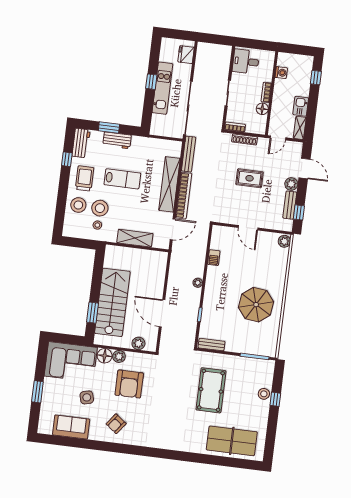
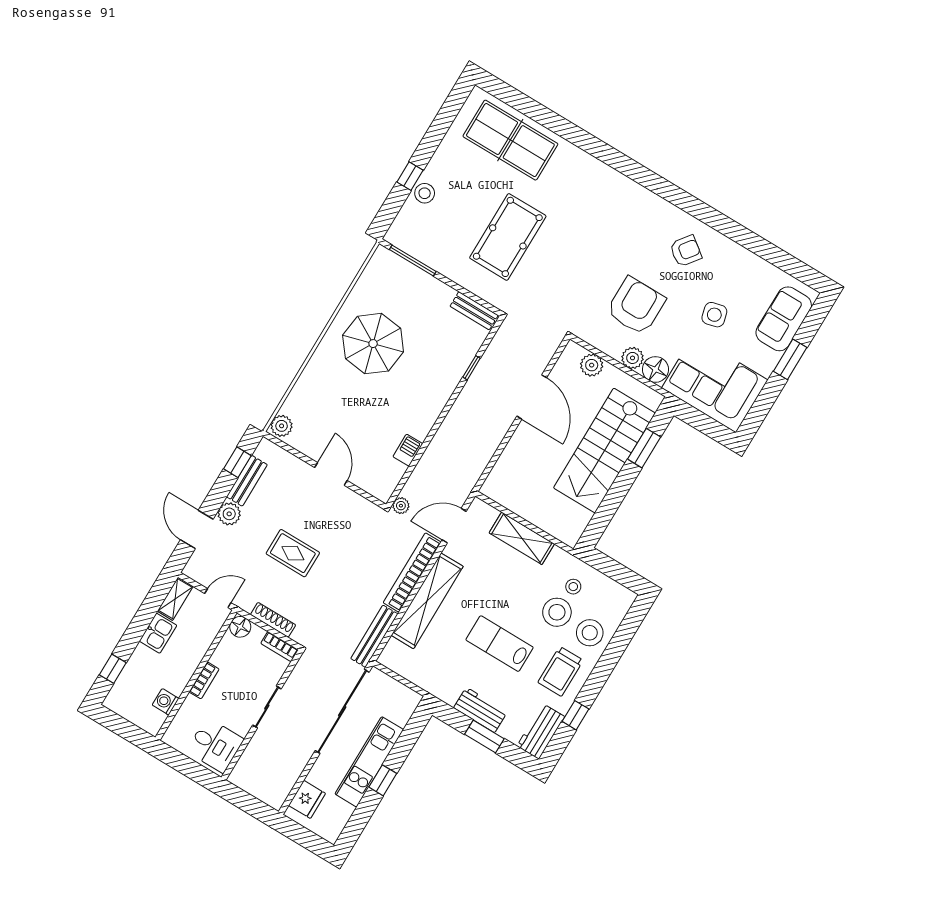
floor lamp: (262, 109) -> (240, 627), moved
plant: (198, 283) -> (401, 506), moved
sofa: (71, 427) -> (784, 319), moved, turned 90

